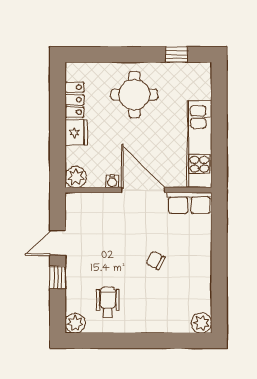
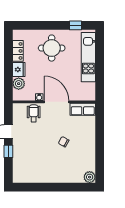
kitchen unit: (199, 144) -> (88, 57), moved
plant: (76, 177) -> (19, 84), moved
wheelchair: (108, 302) -> (34, 113), moved
plant: (75, 323) -> (18, 177), removed

